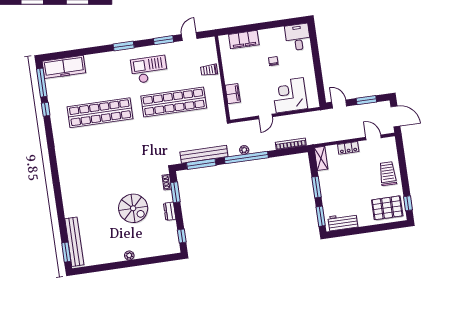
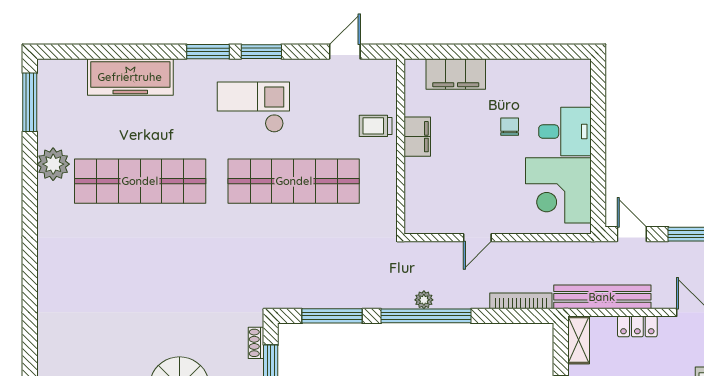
desk: (298, 37) -> (565, 132), moved, turned 90
window: (163, 40) -> (261, 52), moved
freezer: (64, 67) -> (130, 77), moved
filing cabinet: (233, 94) -> (417, 137), moved
corner desk: (290, 95) -> (558, 190), moved, turned -90
window: (46, 109) -> (30, 158), removed
plant: (57, 111) -> (53, 164), added
bench: (204, 154) -> (602, 297), moved

